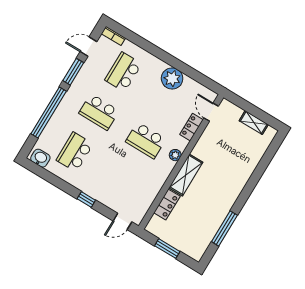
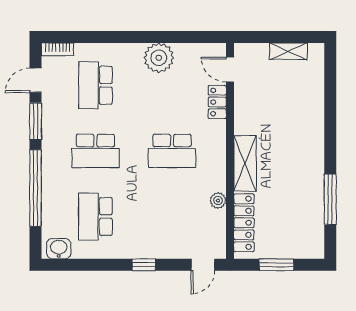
plant: (175, 155) -> (218, 201), moved
locker: (167, 205) -> (244, 223), width x1.53

